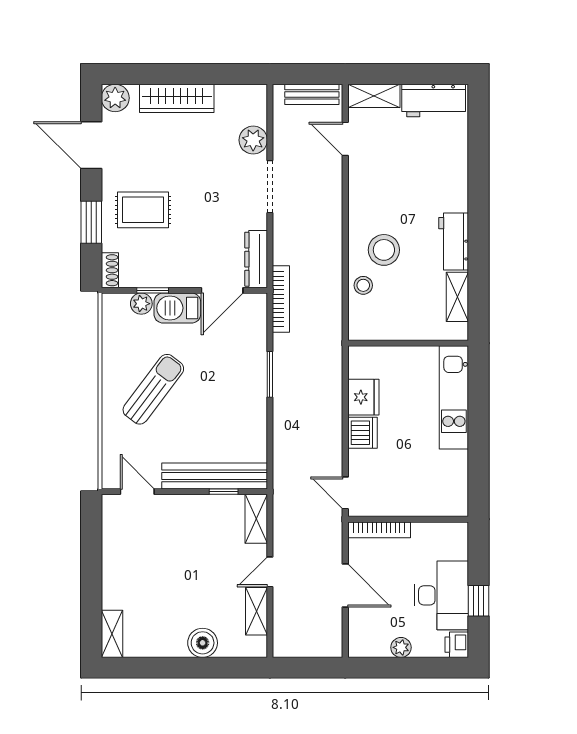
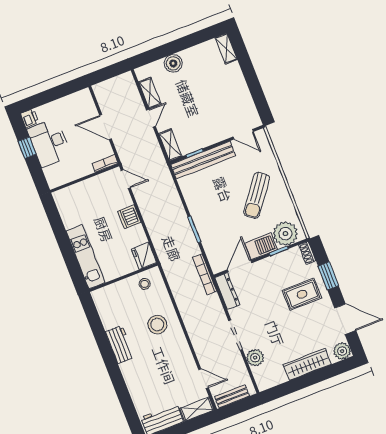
stool: (363, 285) -> (145, 284), moved
shelving: (457, 297) -> (106, 314), removed
plant: (141, 304) -> (285, 234), width x1.88, depth x1.88
fridge: (363, 397) -> (144, 256), moved
bookcase: (379, 530) -> (105, 163), width x0.64
plant: (401, 647) -> (60, 104), removed

